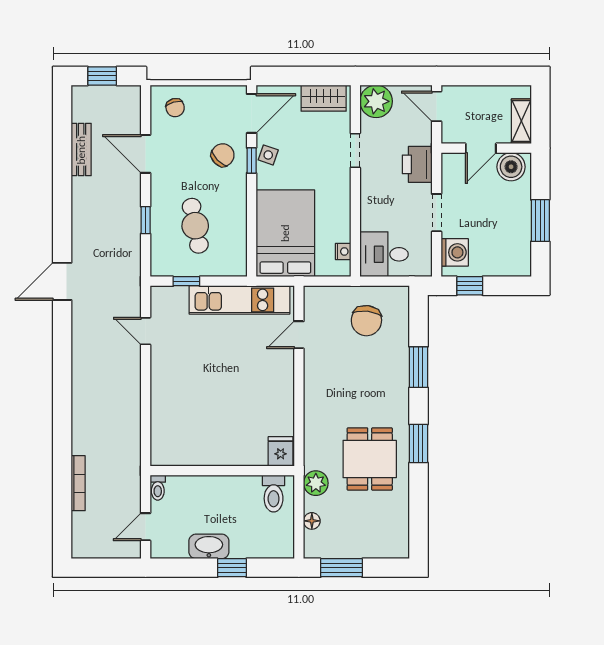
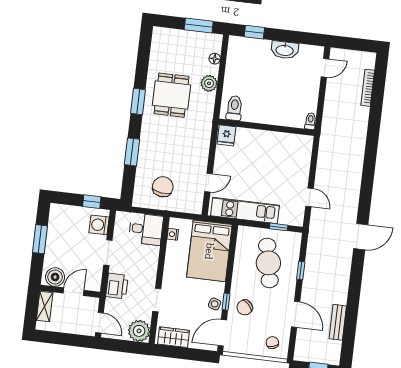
cafe table: (195, 226) -> (268, 263), width x1.37, depth x1.35
fridge: (281, 451) -> (226, 135), moved
wall: (222, 471) -> (266, 127), moved
bookcase: (78, 483) -> (368, 88), moved
toilet: (158, 488) -> (310, 121), moved
toilet: (274, 494) -> (234, 108), moved
window: (232, 568) -> (254, 32), moved

